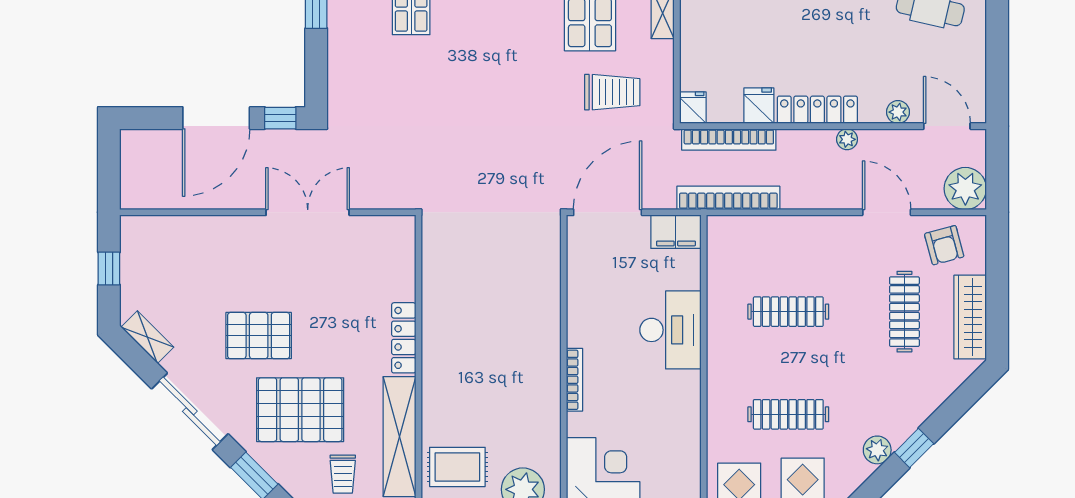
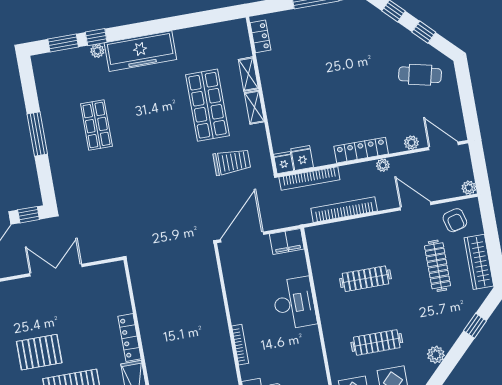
fridge: (759, 106) -> (302, 158), moved
plant: (965, 189) -> (469, 188), width x0.53, depth x0.53
bookcase: (728, 198) -> (344, 210), moved
window: (914, 448) -> (475, 326), moved

